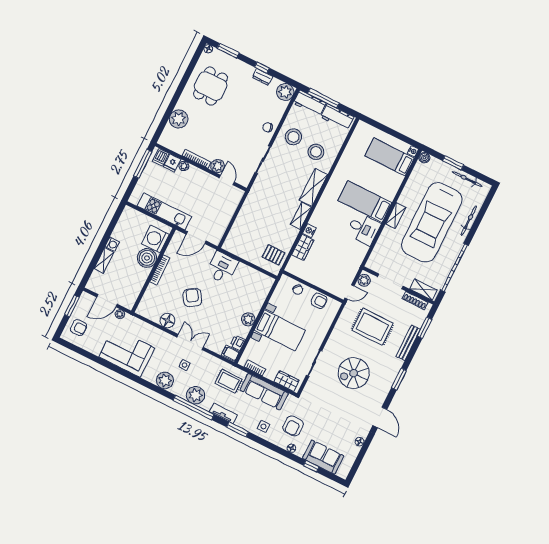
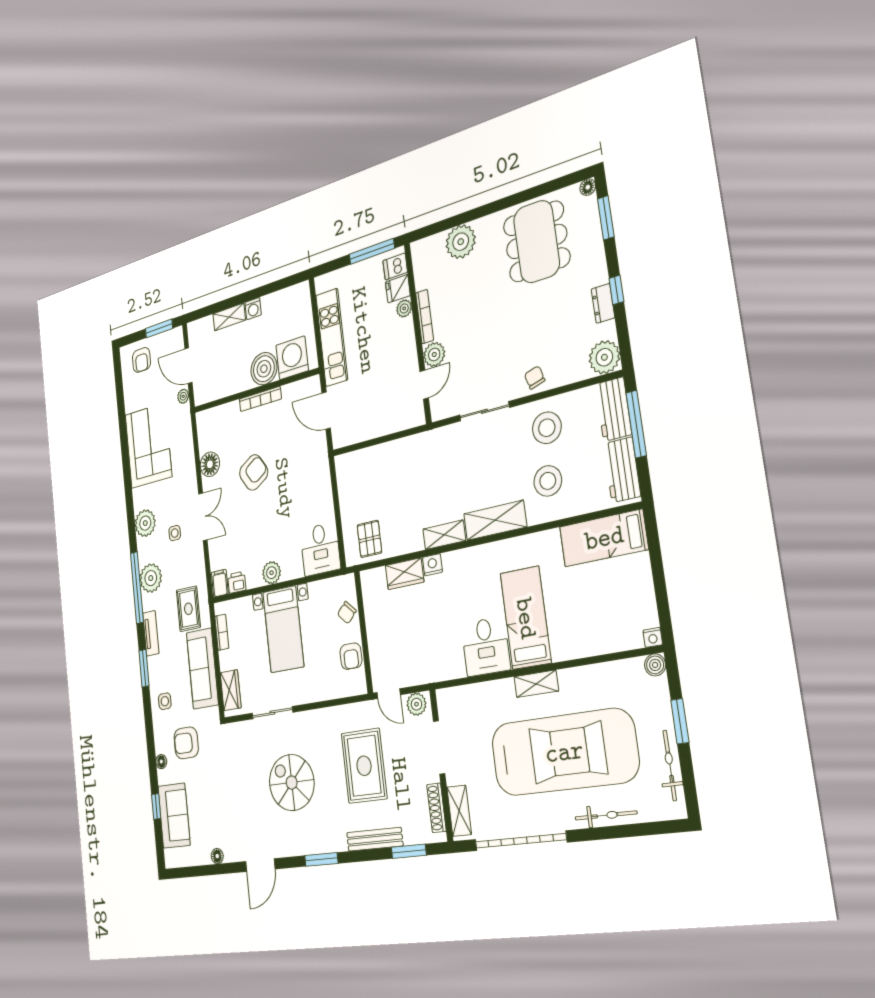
dining table: (211, 86) -> (537, 242), width x1.38
bed: (390, 157) -> (604, 538), moved, turned -90
car: (432, 222) -> (564, 752), turned 180
desk: (222, 268) -> (320, 549), moved, turned 90

